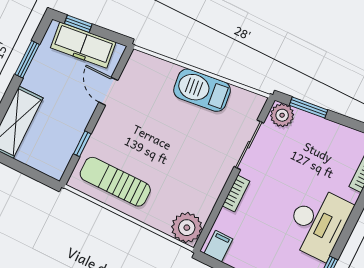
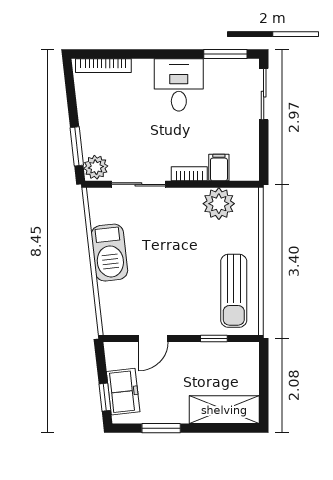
freezer: (83, 45) -> (123, 392), width x0.71
desk: (318, 223) -> (179, 85), width x0.73
plant: (187, 228) -> (219, 204), moved
filing cabinet: (218, 246) -> (219, 168), moved, turned 90

